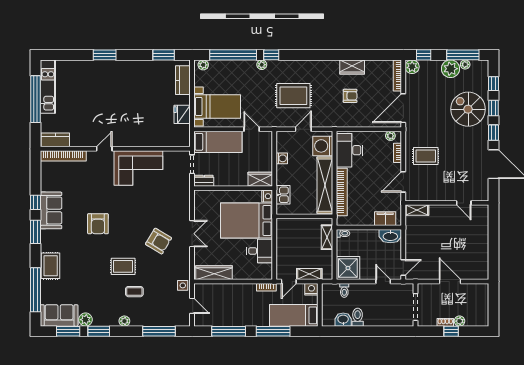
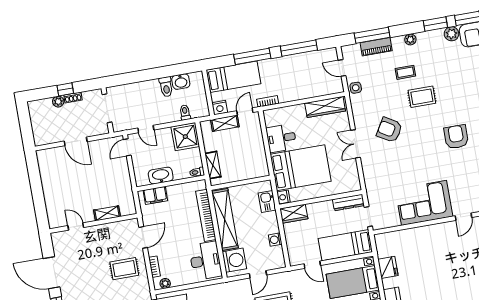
dresser: (204, 181) -> (348, 202), width x1.44
shelving: (417, 210) -> (107, 213), moved
washbasin: (390, 236) -> (161, 176), moved
piano: (157, 320) -> (376, 47), added

